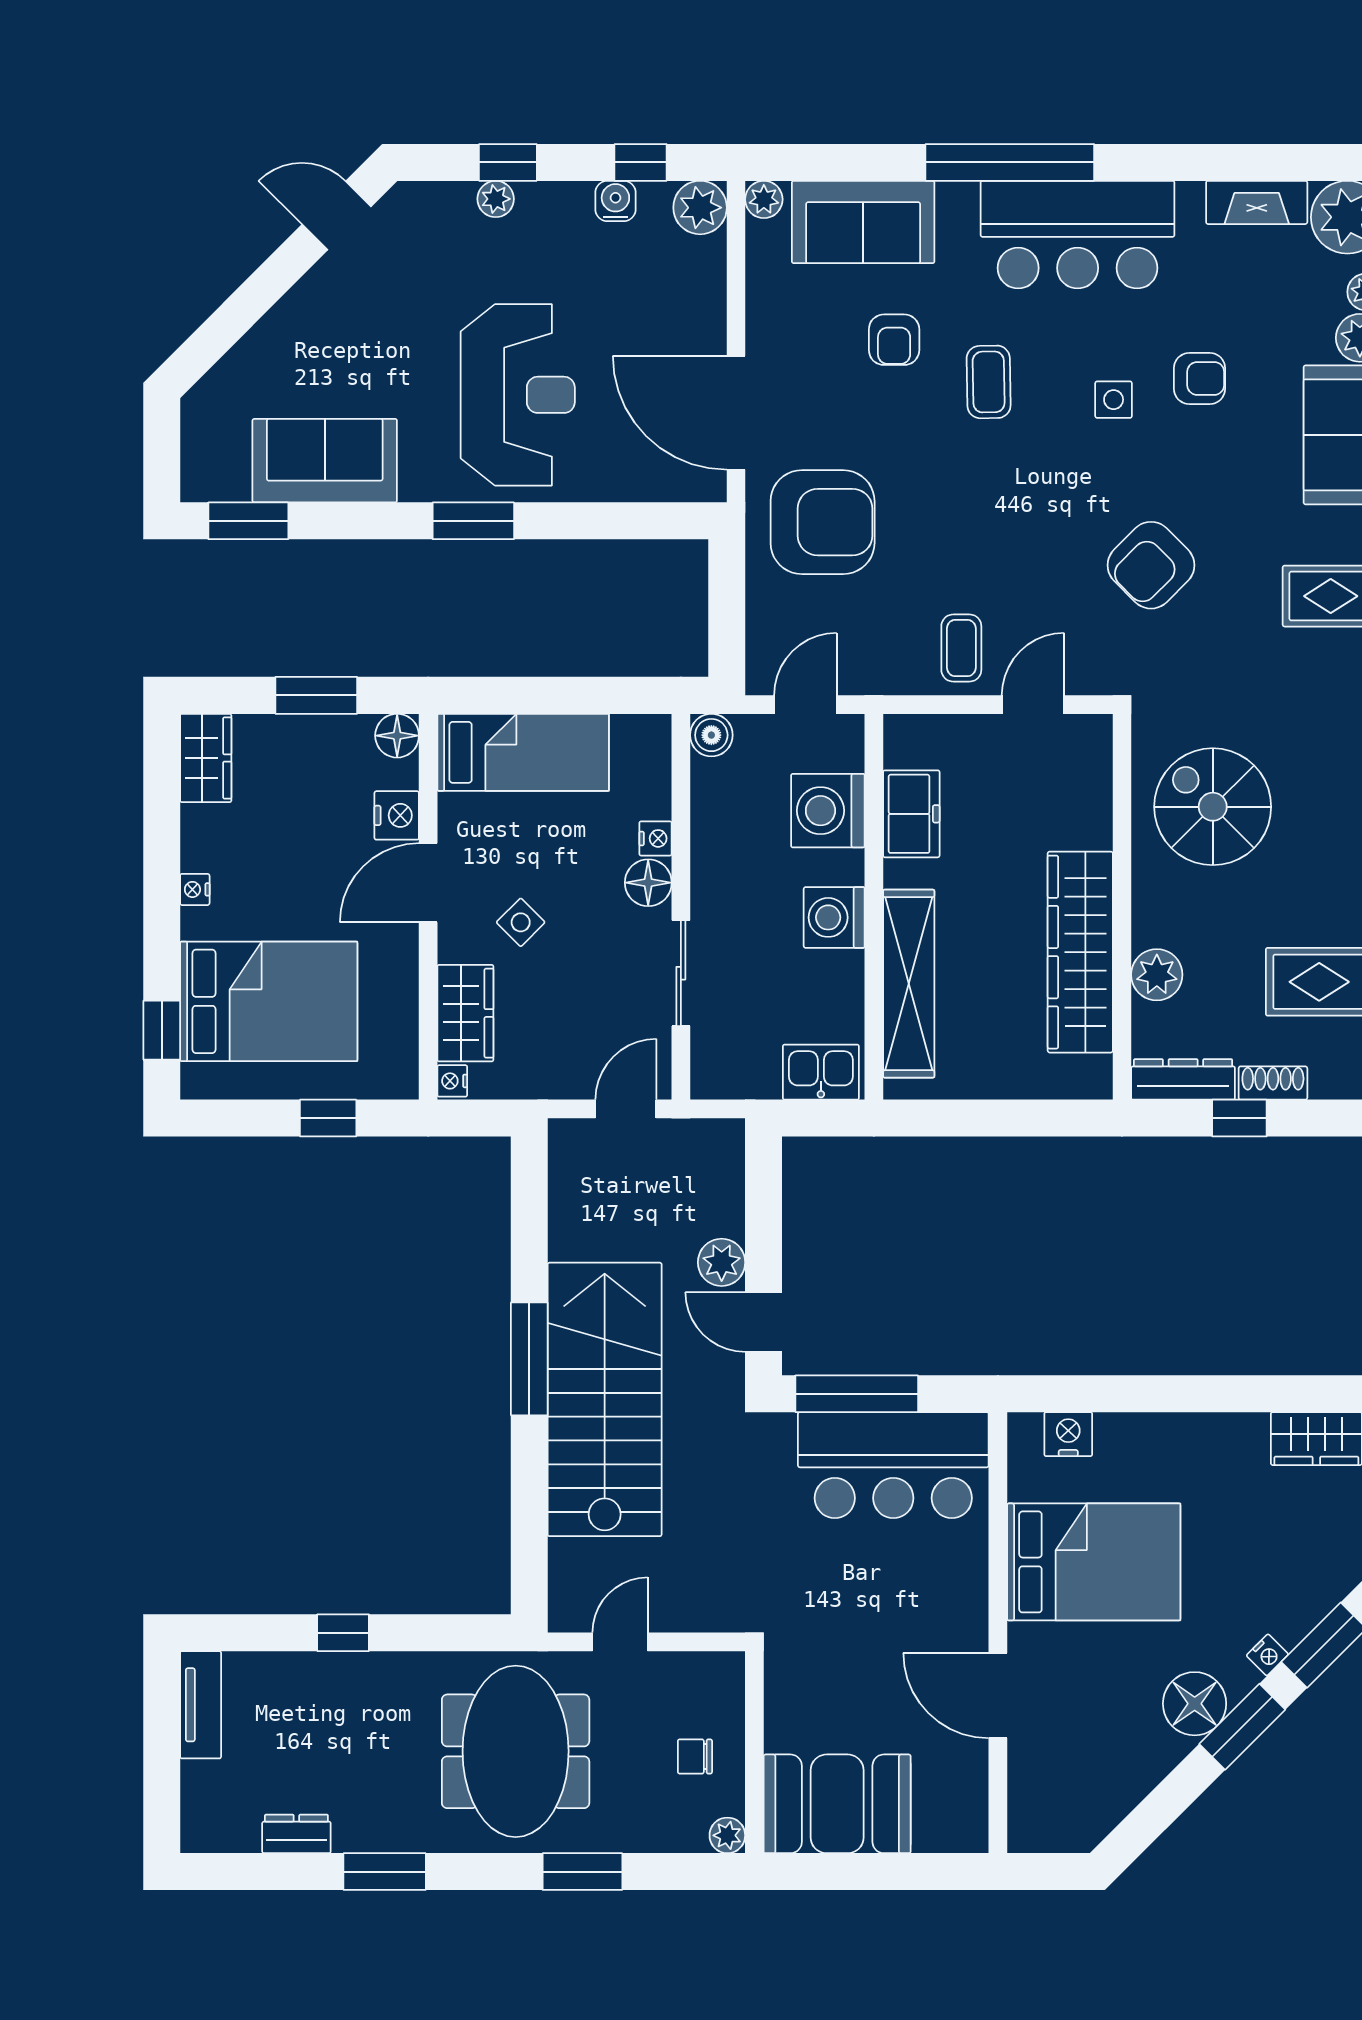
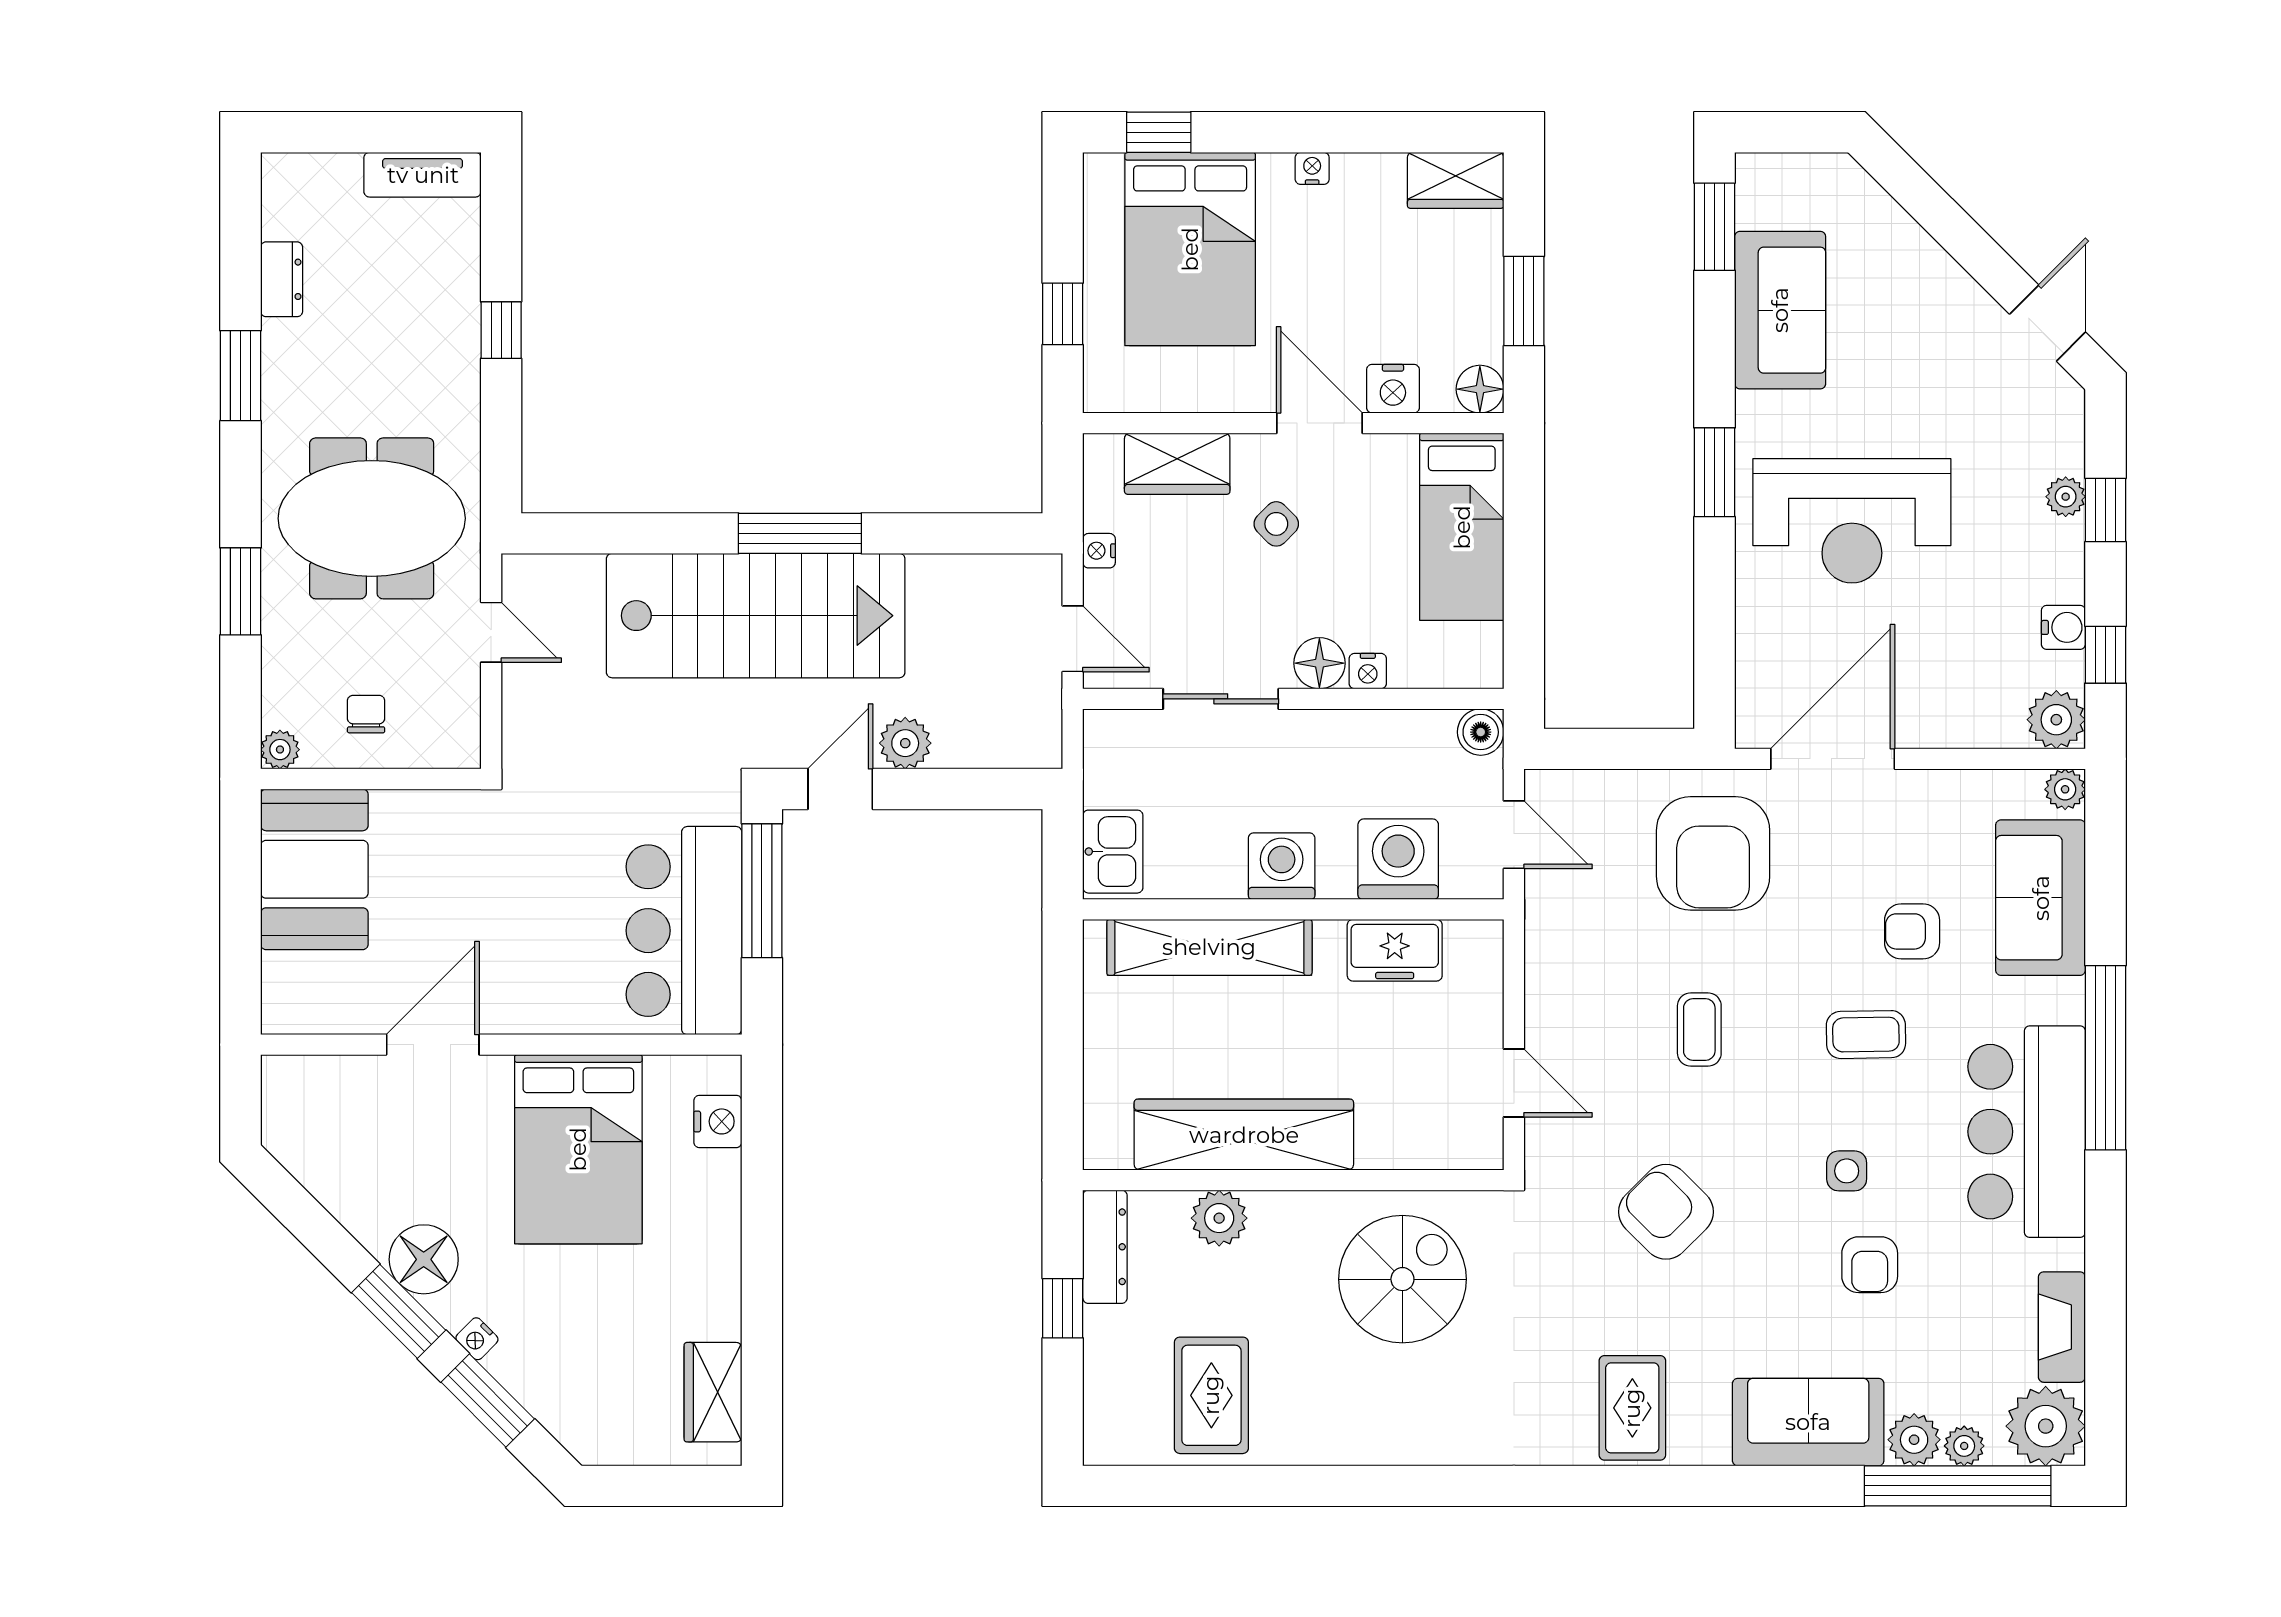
coffee table: (961, 648) -> (1699, 1029), moved, turned 90
nightstand: (452, 1081) -> (1099, 551), moved, turned -90
shoe rack: (1273, 1083) -> (1101, 1345), removed

